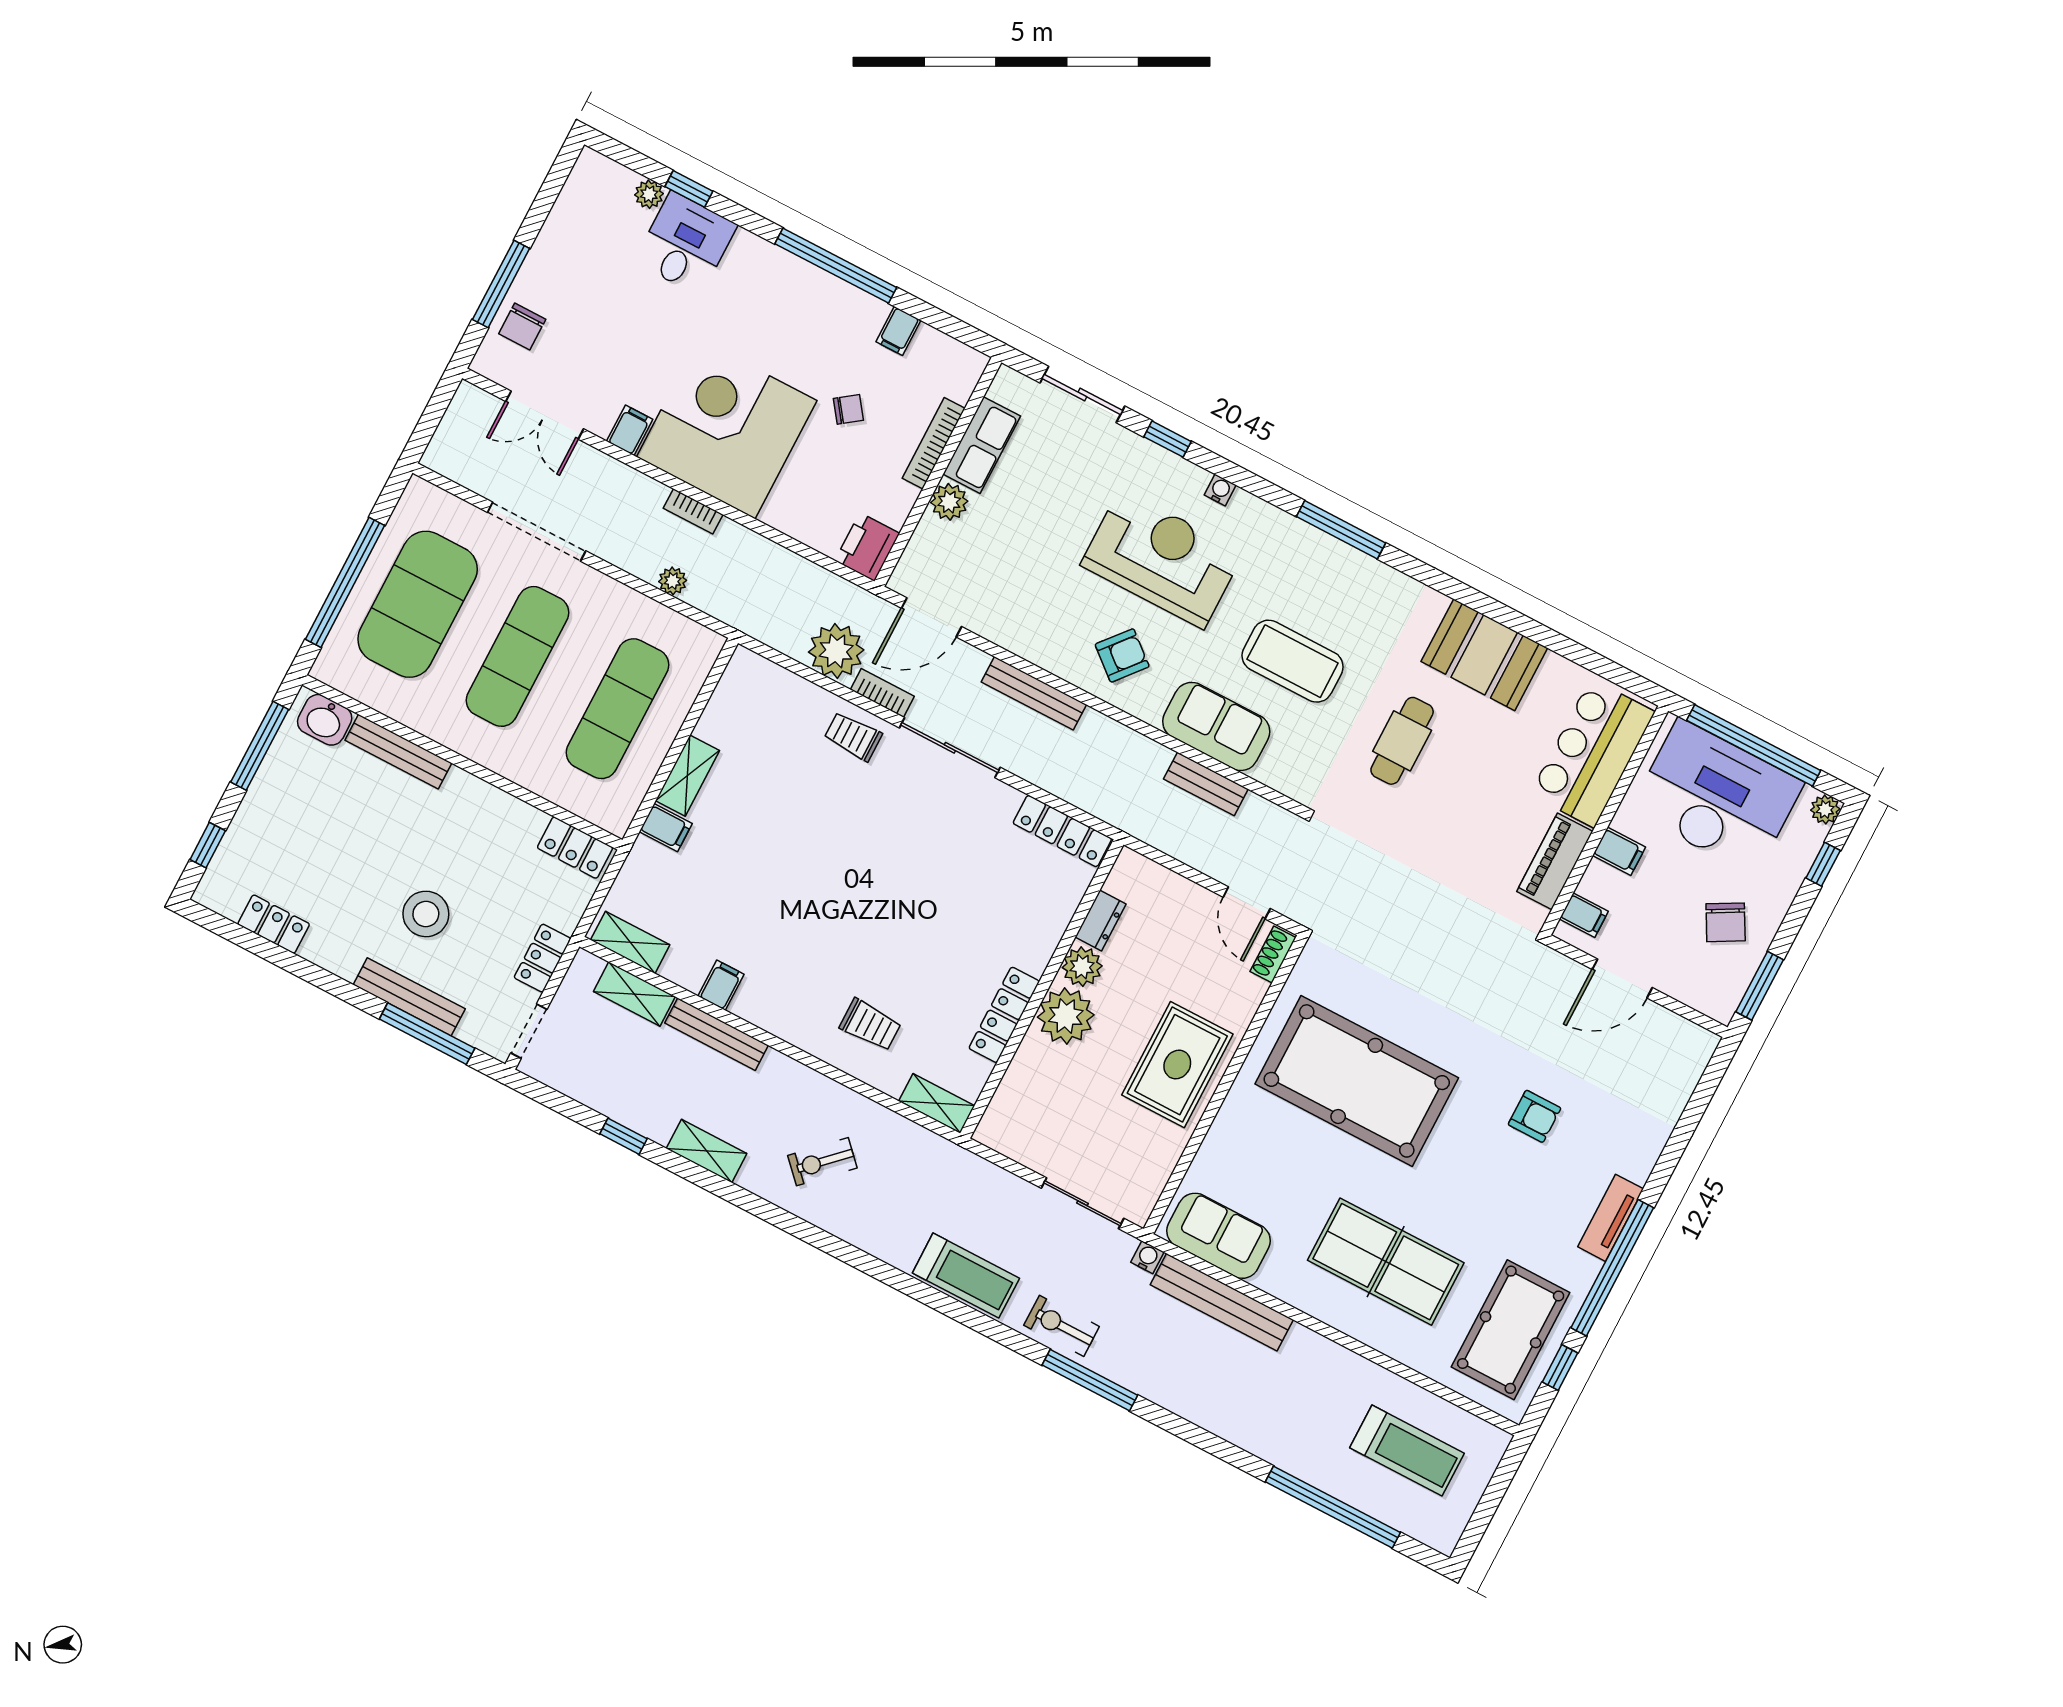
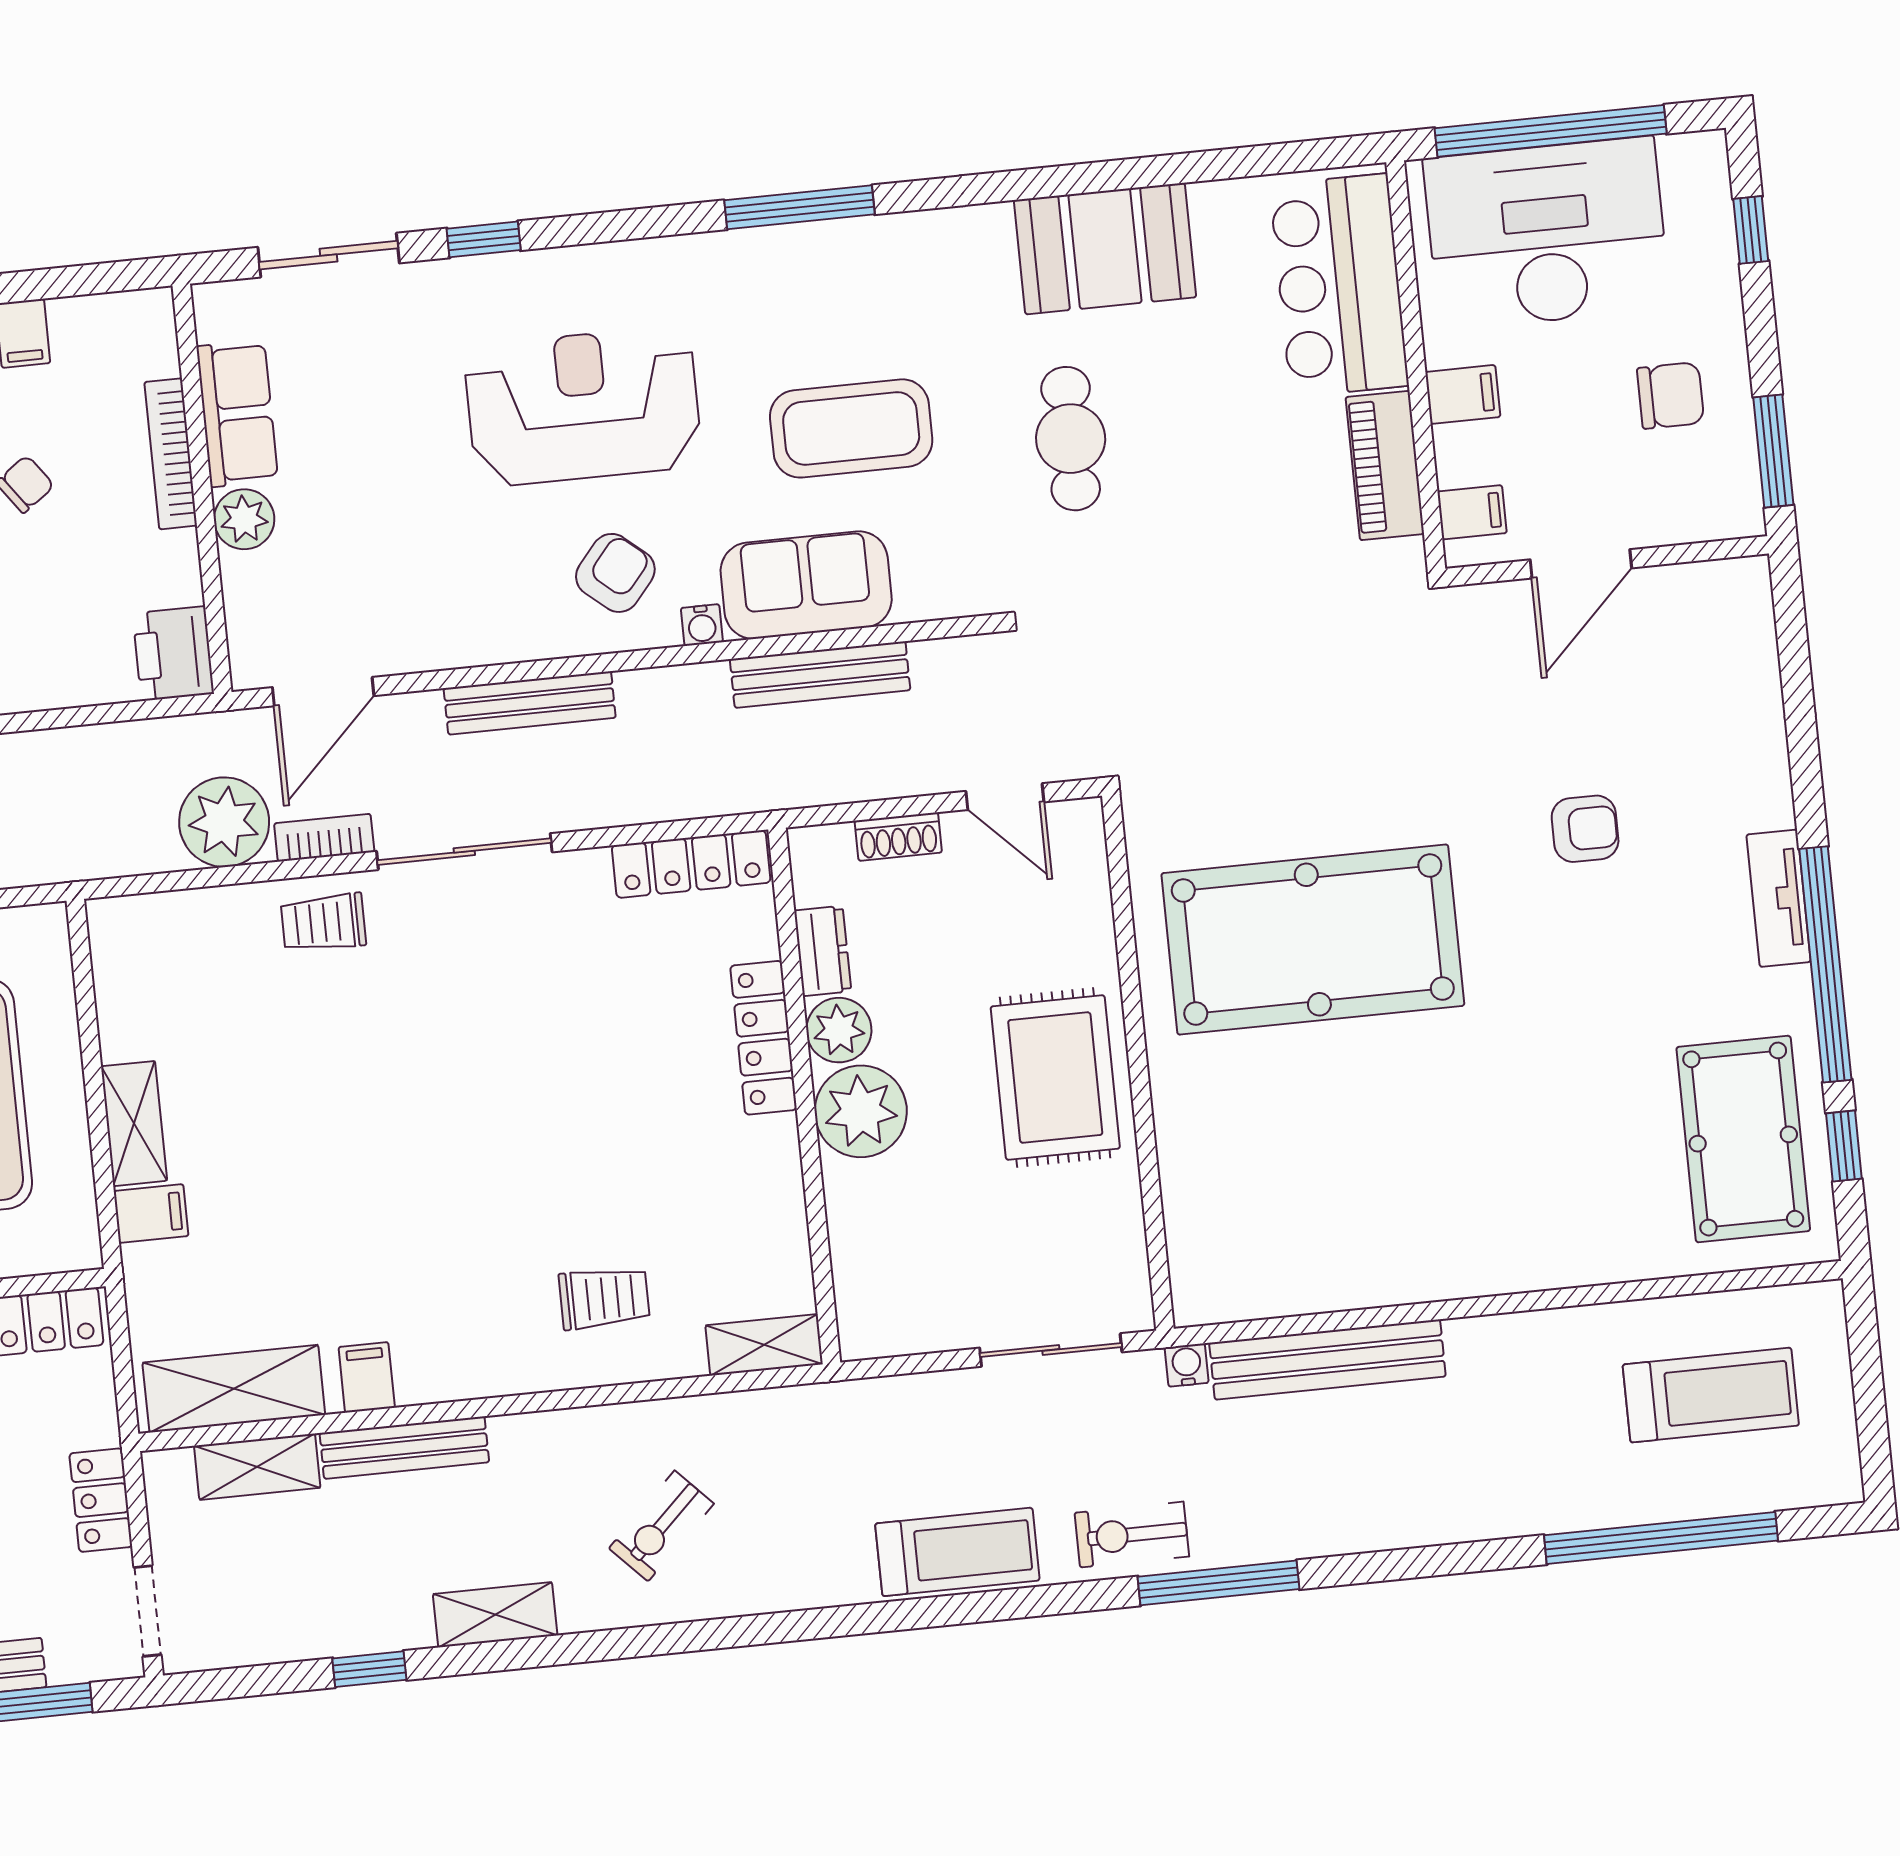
water cooler: (1220, 490) -> (702, 625), moved, turned 180
bench: (1206, 784) -> (820, 675), width x1.36
plant: (1825, 809) -> (1705, 154), removed
chair: (1726, 922) -> (1670, 396), turned -61
shelving: (630, 942) -> (234, 1389), width x1.50, depth x1.33
shoe rack: (1273, 954) -> (898, 837), moved, turned -90
locker: (1004, 1015) -> (764, 1038), moved
sofa: (1219, 1236) -> (1264, 1273), removed
table tennis table: (1386, 1262) -> (1513, 1158), removed

